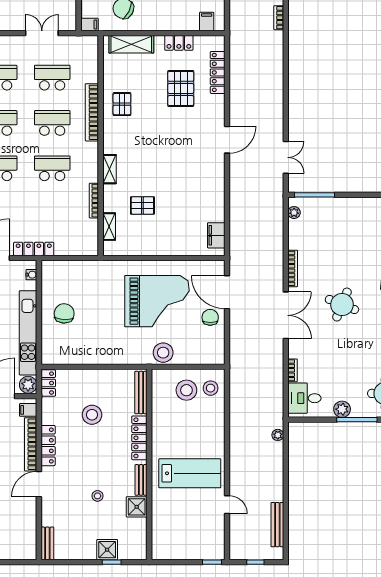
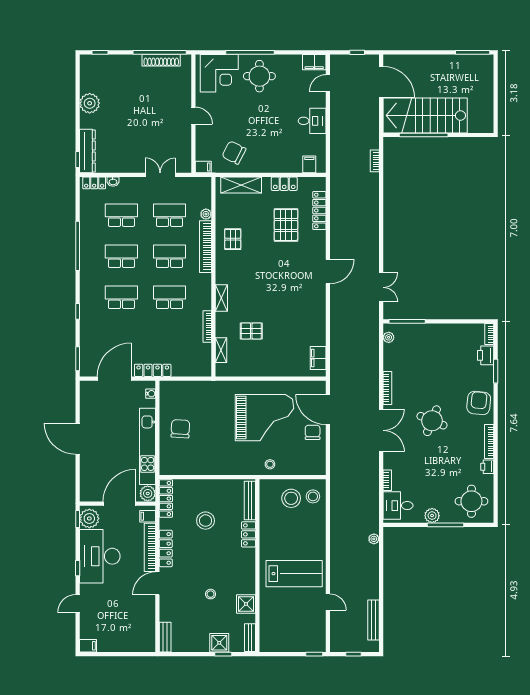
plant: (92, 76) -> (206, 214), added
stool: (163, 353) -> (270, 464), width x0.53, depth x0.53
locker: (48, 383) -> (166, 499), width x1.53
locker: (139, 438) -> (248, 534), width x0.66
bench: (141, 480) -> (250, 638), moved

